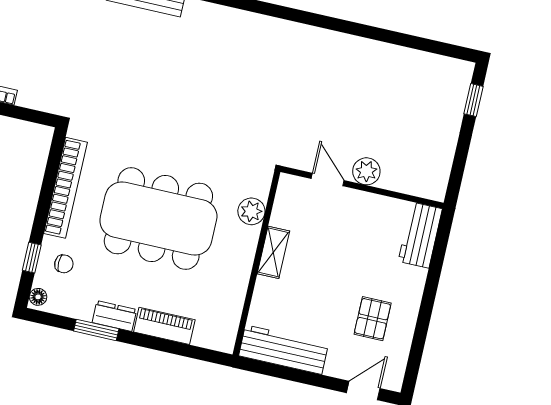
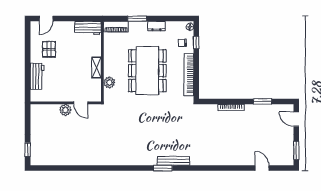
dining table: (158, 219) -> (147, 71), turned 90
workbench: (420, 235) -> (37, 76), moved
piano: (164, 326) -> (116, 27), moved
window: (96, 330) -> (137, 19), moved
workbench: (284, 350) -> (88, 28), width x0.73

